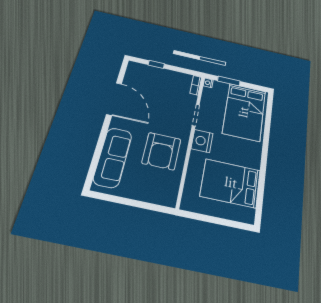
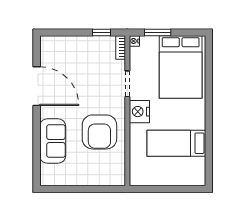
window: (156, 64) -> (102, 32), moved
sofa: (113, 157) -> (53, 141), width x0.73
bed: (231, 183) -> (176, 143), width x0.67

